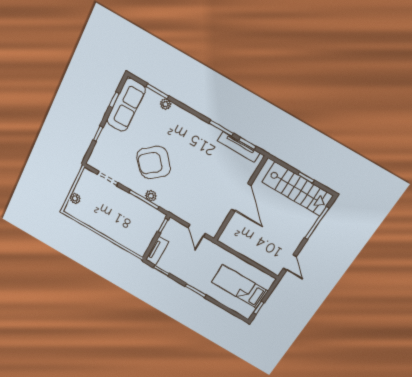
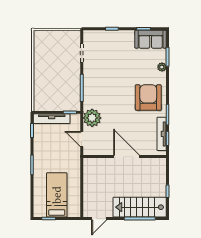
sofa: (126, 105) -> (151, 39), width x0.73
armchair: (154, 162) -> (148, 97), moved, turned 41
stairs: (297, 189) -> (140, 207), moved, turned 90
plant: (151, 196) -> (92, 118), moved, width x1.88, depth x1.88
door: (241, 197) -> (127, 156), swing flipped
plant: (75, 198) -> (50, 35), removed
door: (197, 230) -> (82, 139), hinge flipped
tv unit: (157, 251) -> (52, 119), width x1.41

